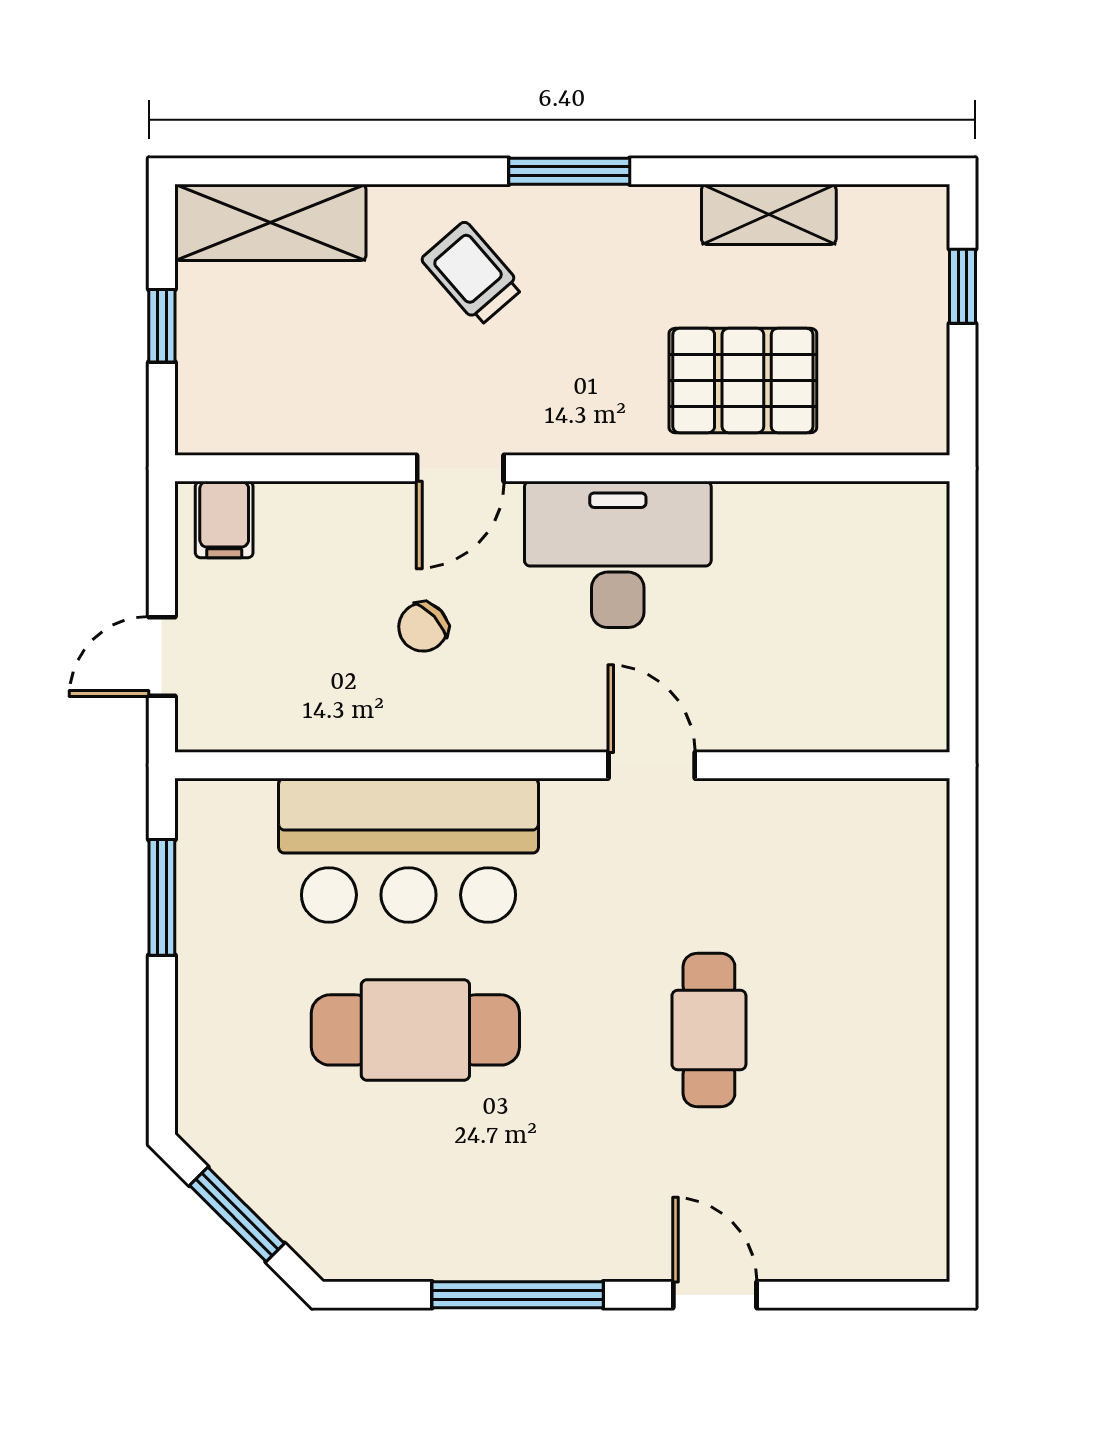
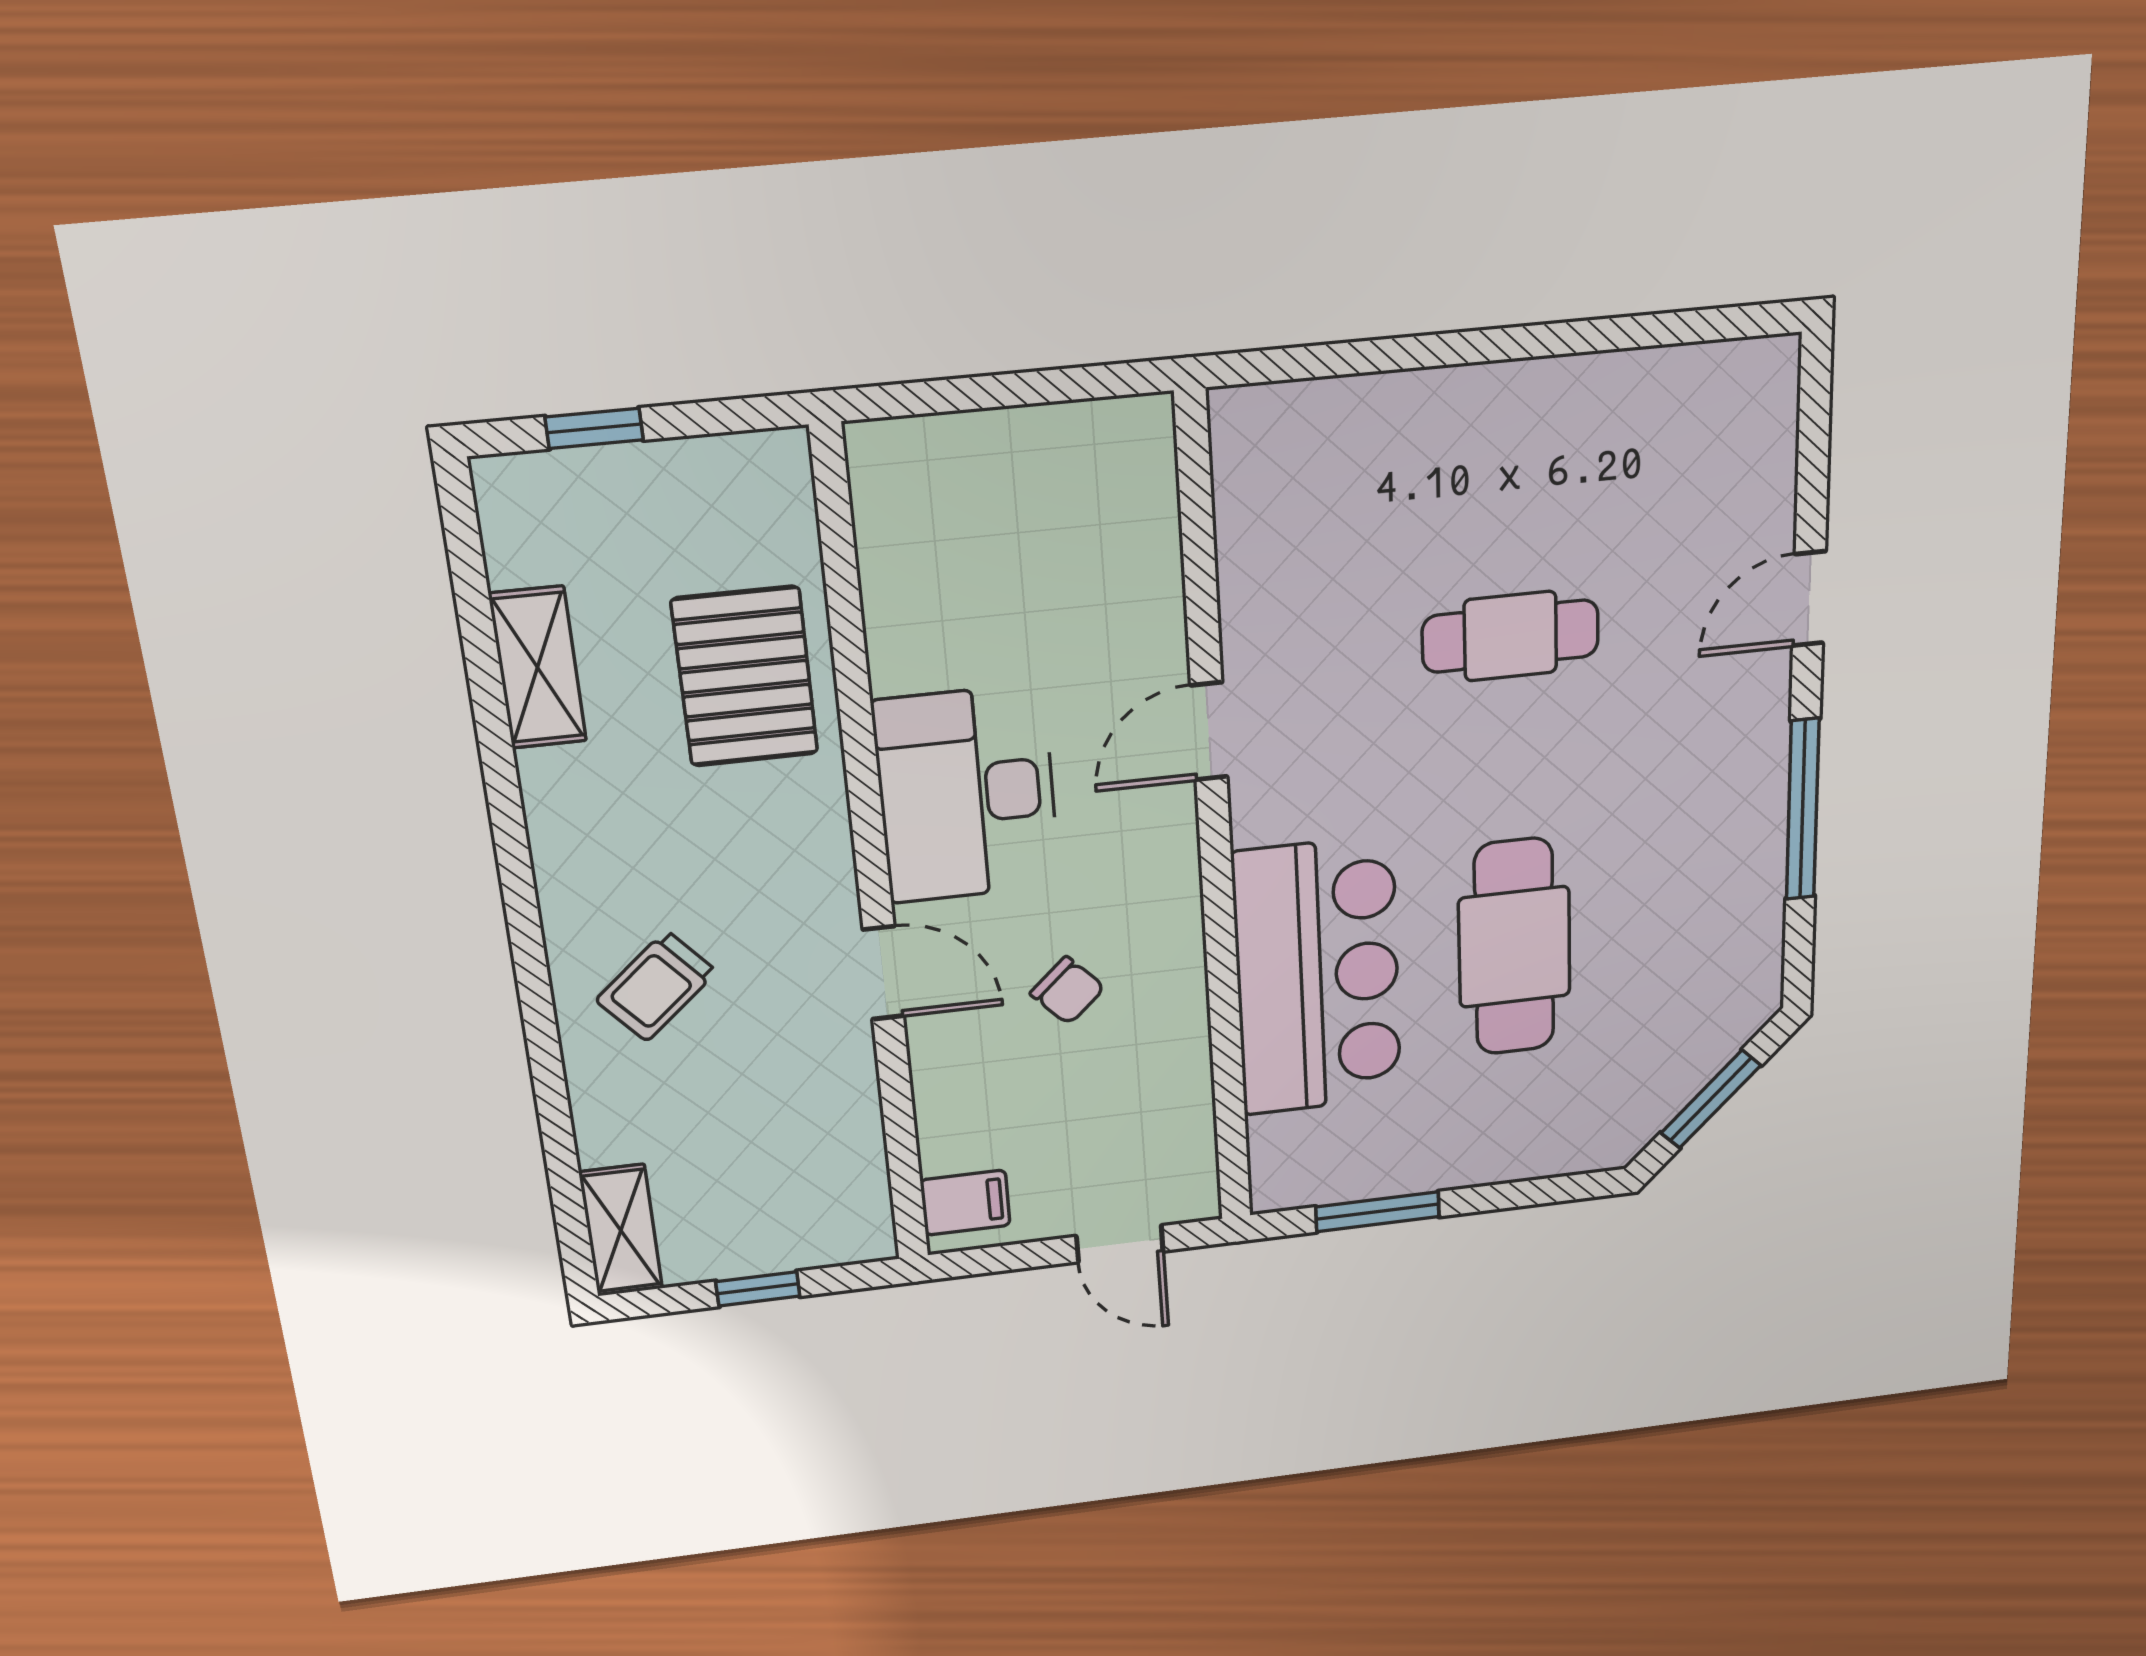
window: (569, 171) -> (520, 896), removed
shelving: (270, 222) -> (621, 1231), width x0.67, depth x0.75

